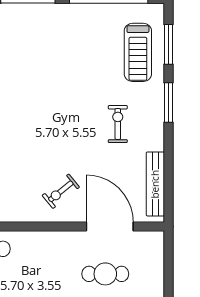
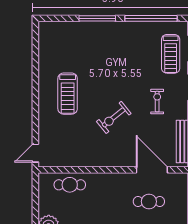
exercise bike: (61, 191) -> (114, 117), moved, width x1.38, depth x1.39

